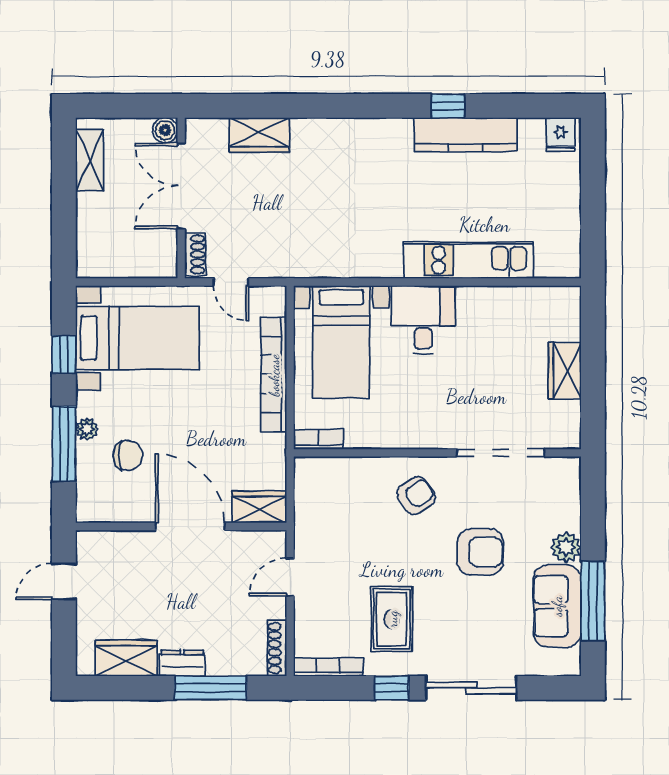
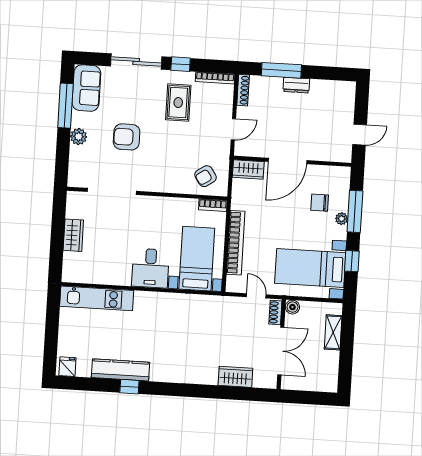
boiler: (165, 130) -> (292, 307), moved
shelving: (90, 160) -> (333, 332), moved
kitchen unit: (469, 260) -> (97, 298), moved
armchair: (416, 496) -> (206, 176), moved
door: (190, 526) -> (287, 161), hinge flipped
sofa: (557, 606) -> (86, 88), moved
wardrobe: (126, 658) -> (328, 90), removed

